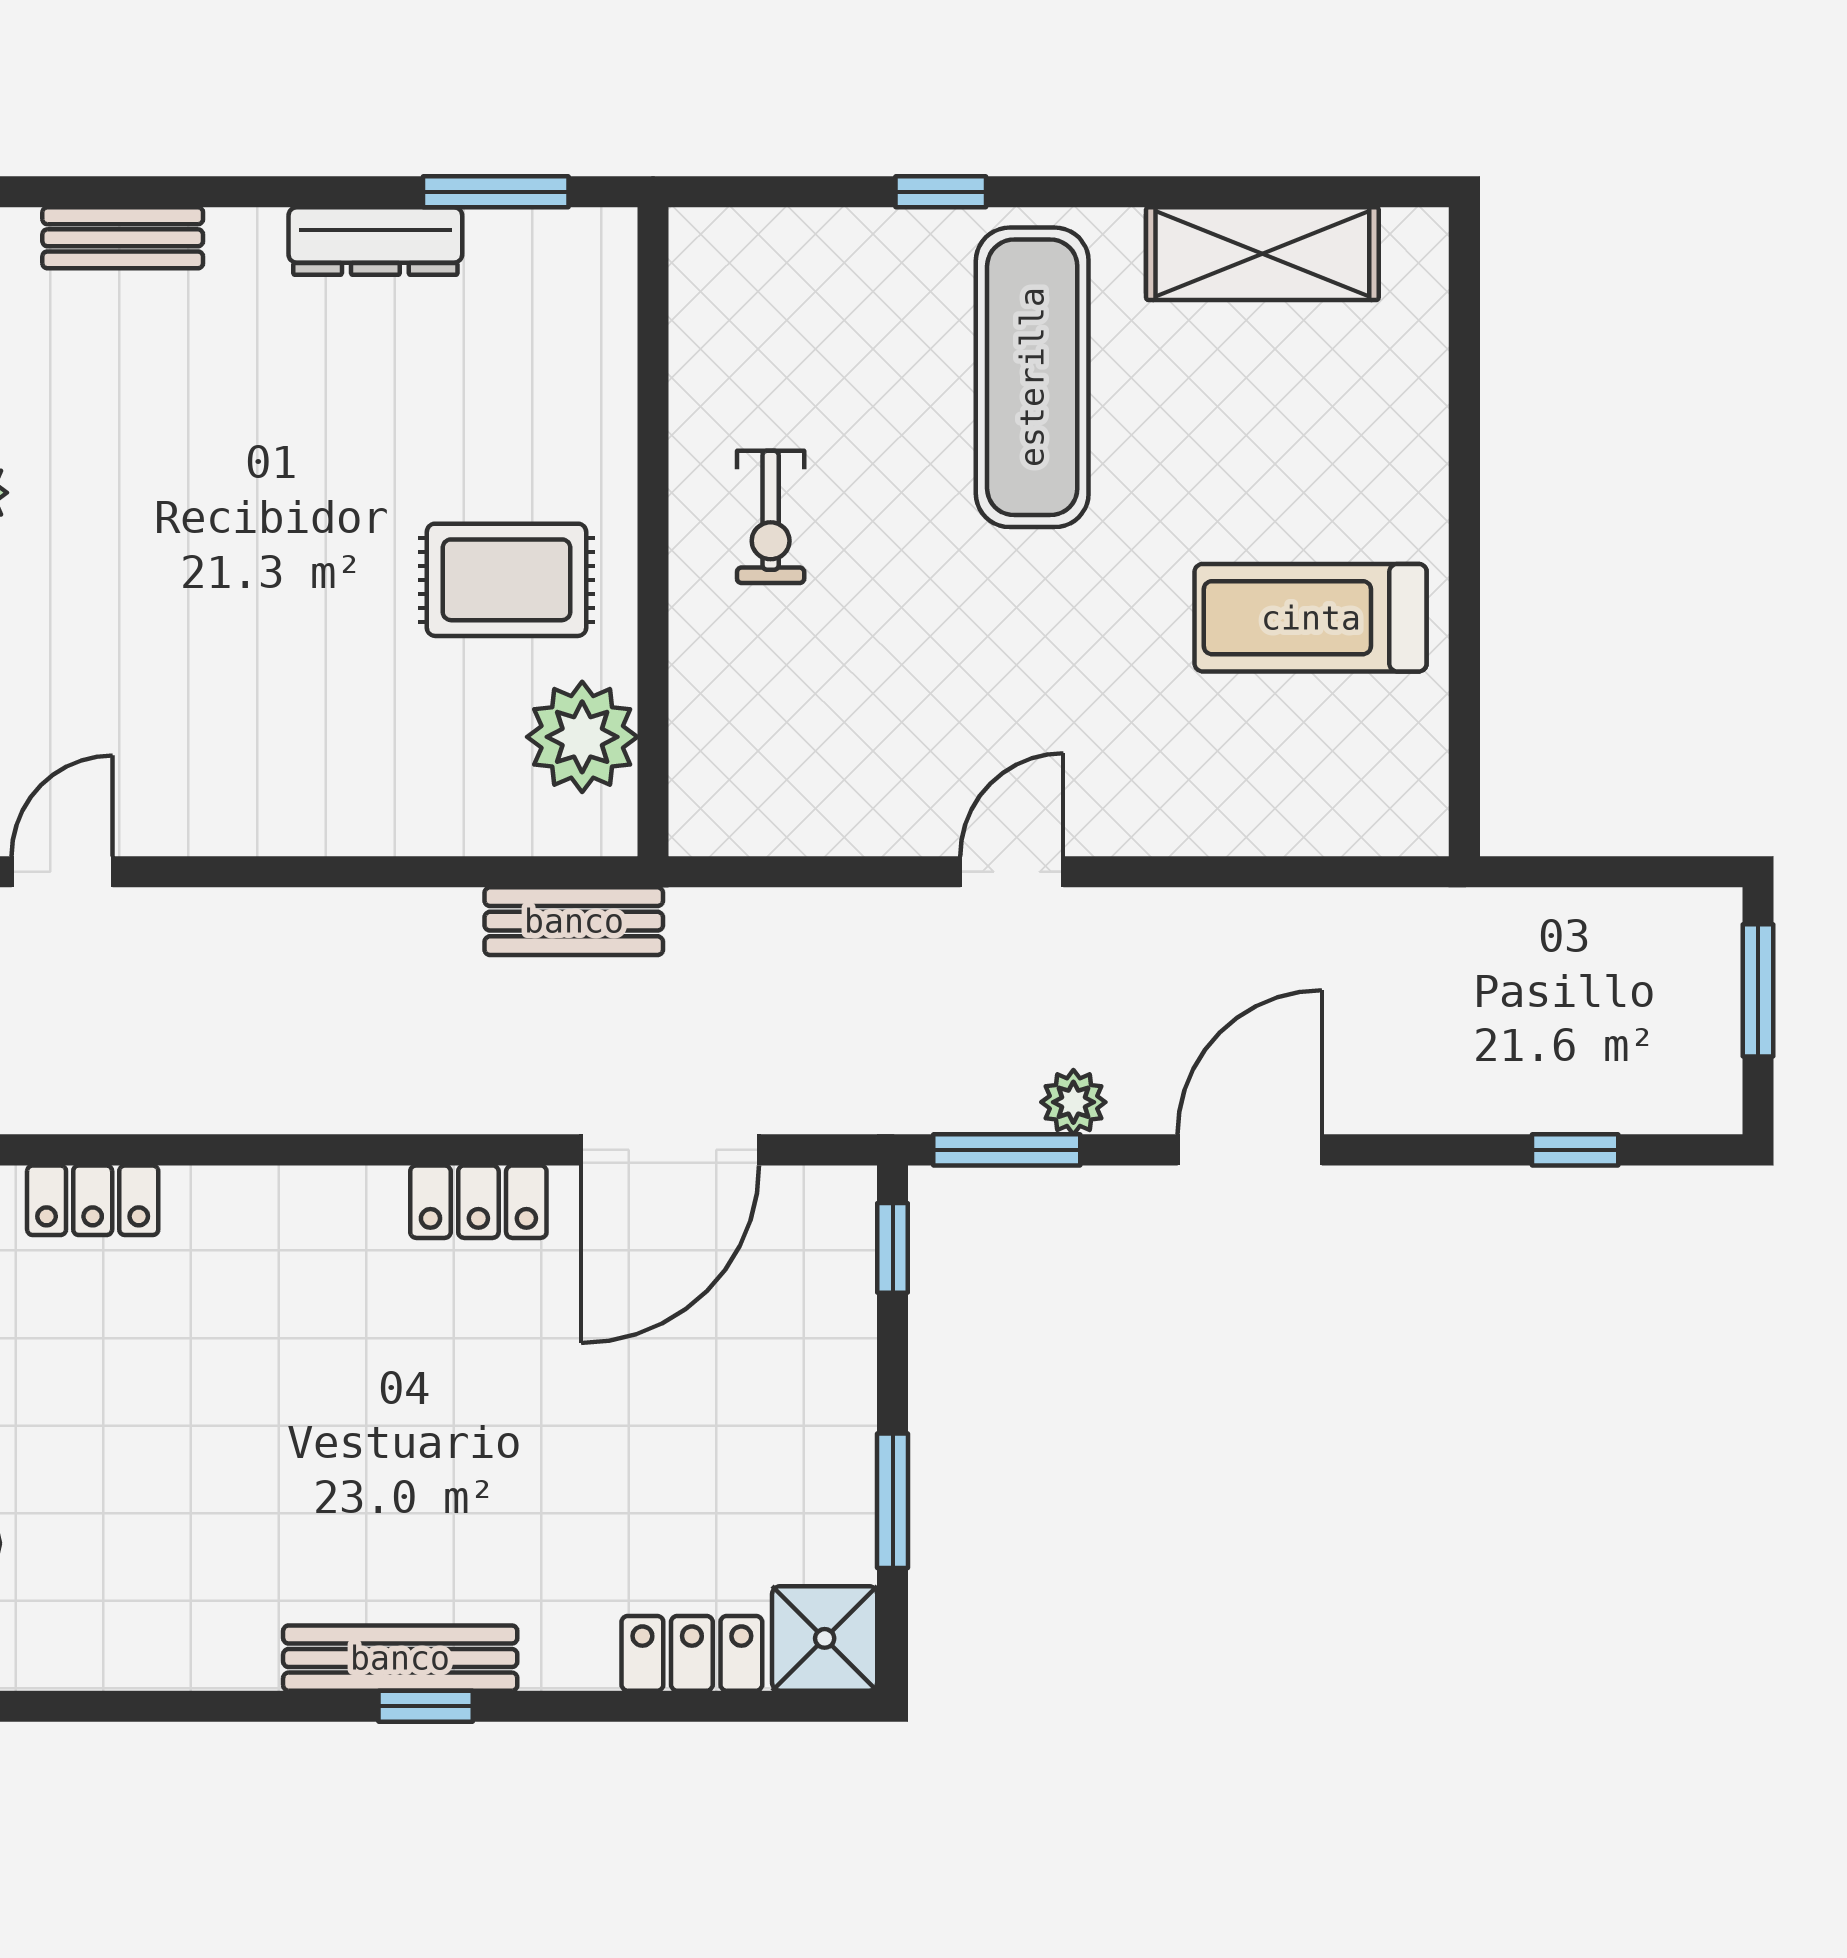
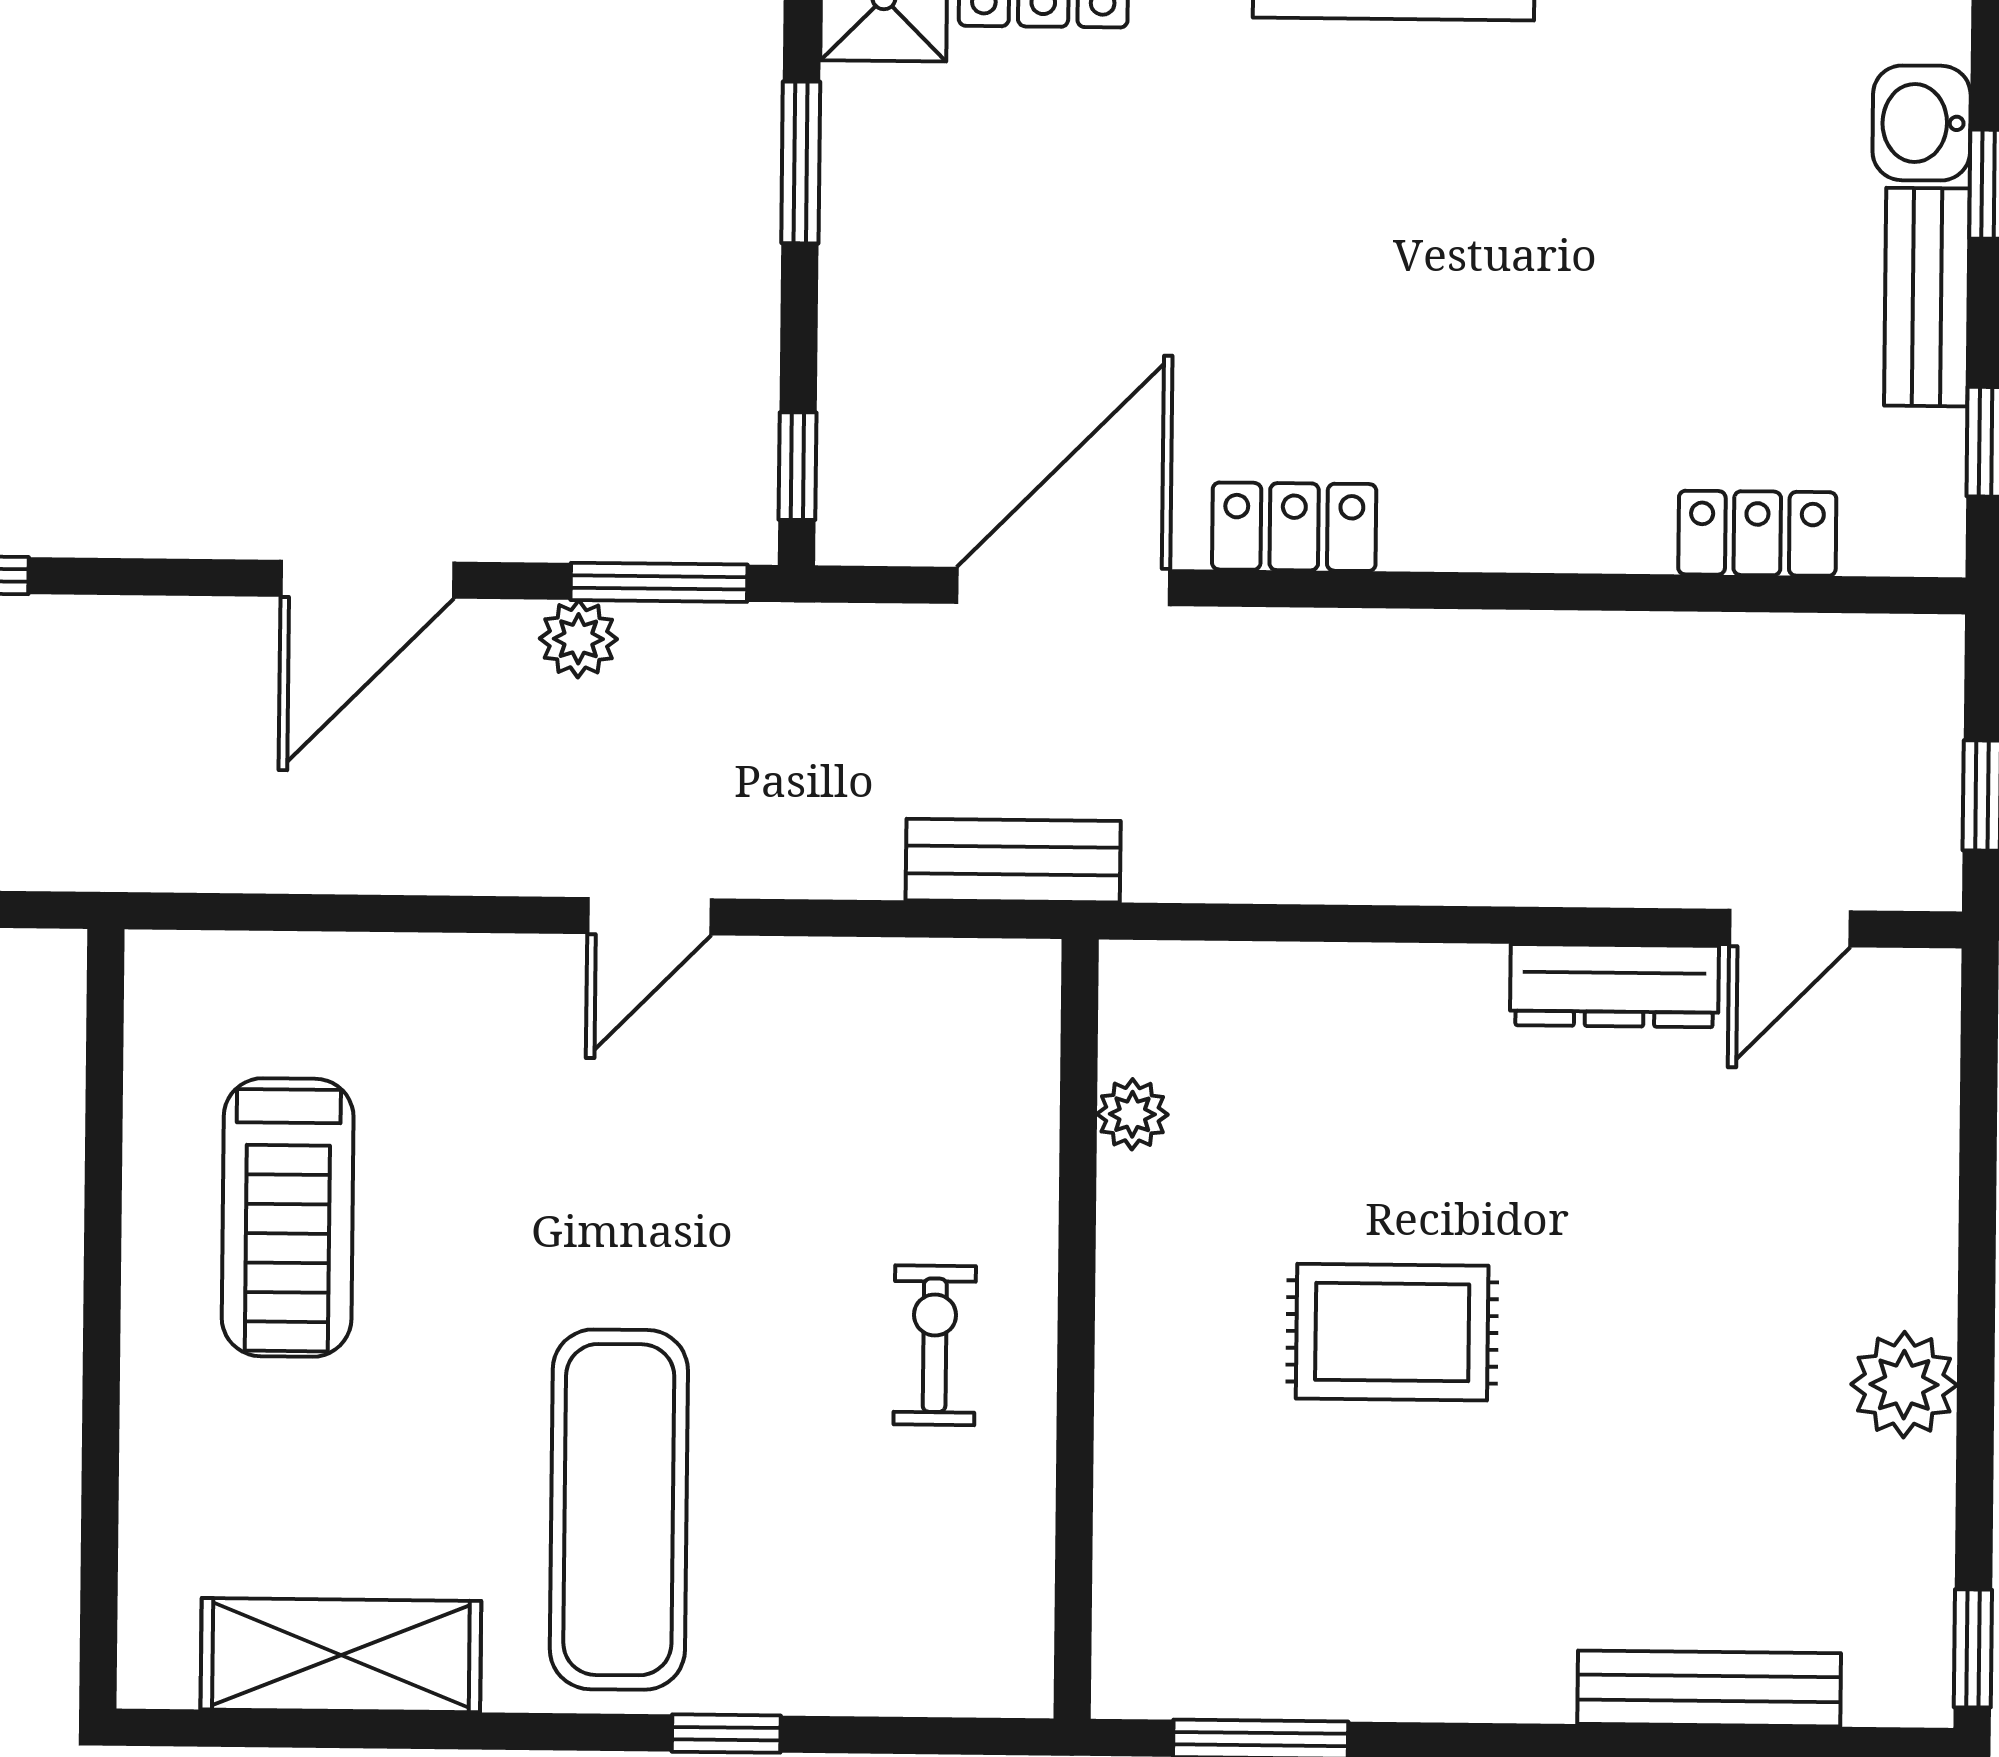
bench: (123, 238) -> (1709, 1689), width x1.36
dresser: (375, 241) -> (1614, 986), moved, turned 180
rug: (506, 580) -> (1392, 1332), moved
treadmill: (1311, 618) -> (288, 1217), turned 90
plant: (582, 737) -> (1132, 1114), width x0.53, depth x0.53
bench: (574, 921) -> (1013, 861), moved

